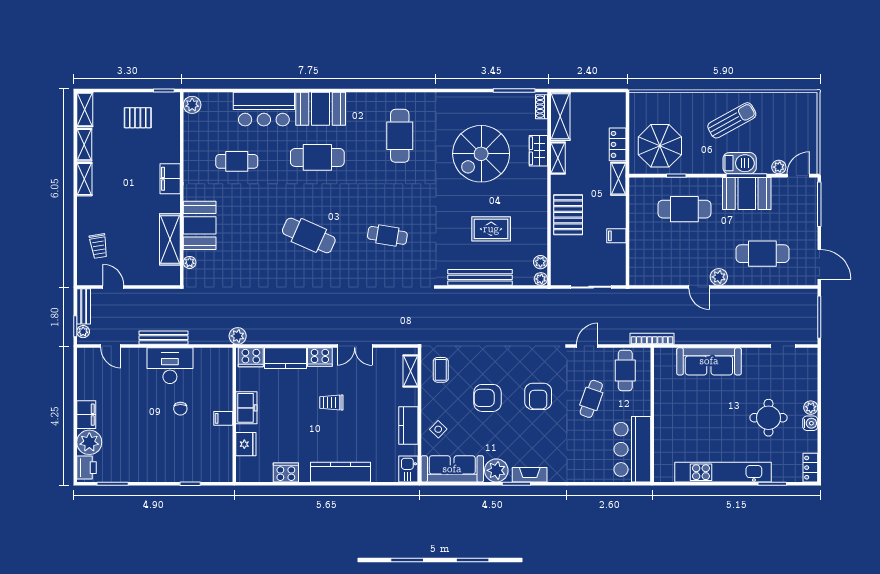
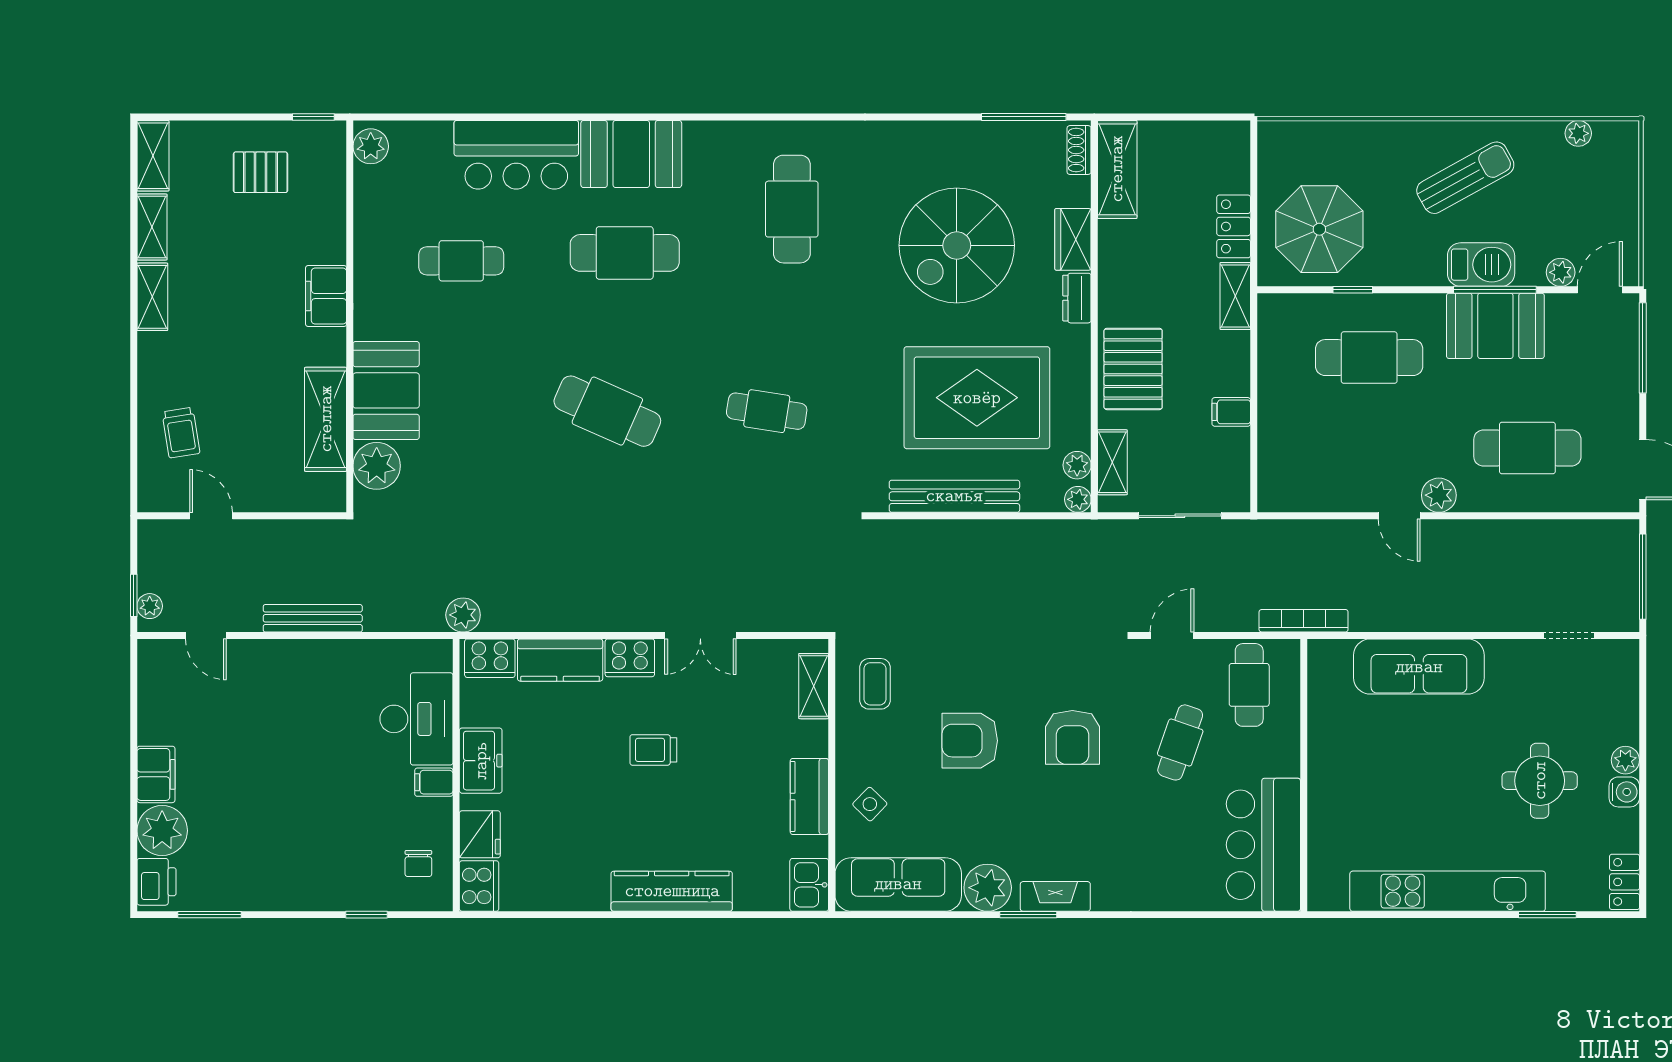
plant: (788, 98) -> (1578, 133), added
shelving: (558, 158) -> (1112, 462), moved
dresser: (540, 180) -> (1077, 298), added
rug: (491, 229) -> (977, 398), width x1.86, depth x2.06
plant: (190, 262) -> (377, 466), width x1.87, depth x1.87
bench: (84, 306) -> (151, 555), removed
desk: (170, 366) -> (416, 719), moved, turned 90
chair: (180, 409) -> (418, 864), moved
cooker: (286, 472) -> (479, 886), moved, turned 90

